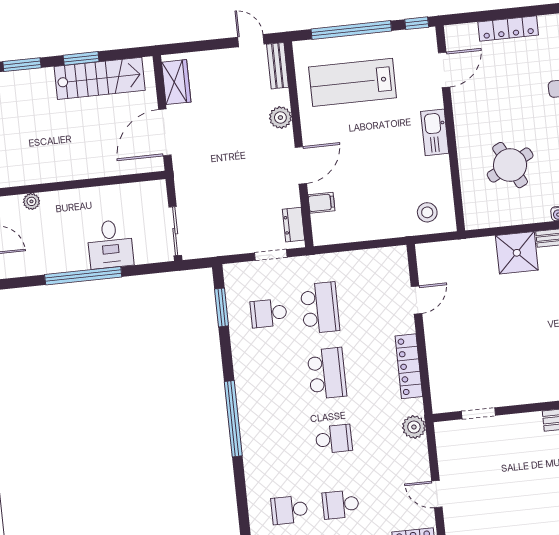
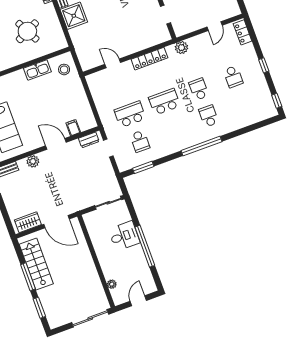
window: (81, 58) -> (28, 277), width x1.44
kitchen sink: (435, 132) -> (37, 70), moved
school desk: (289, 510) -> (209, 116), moved, turned 180

